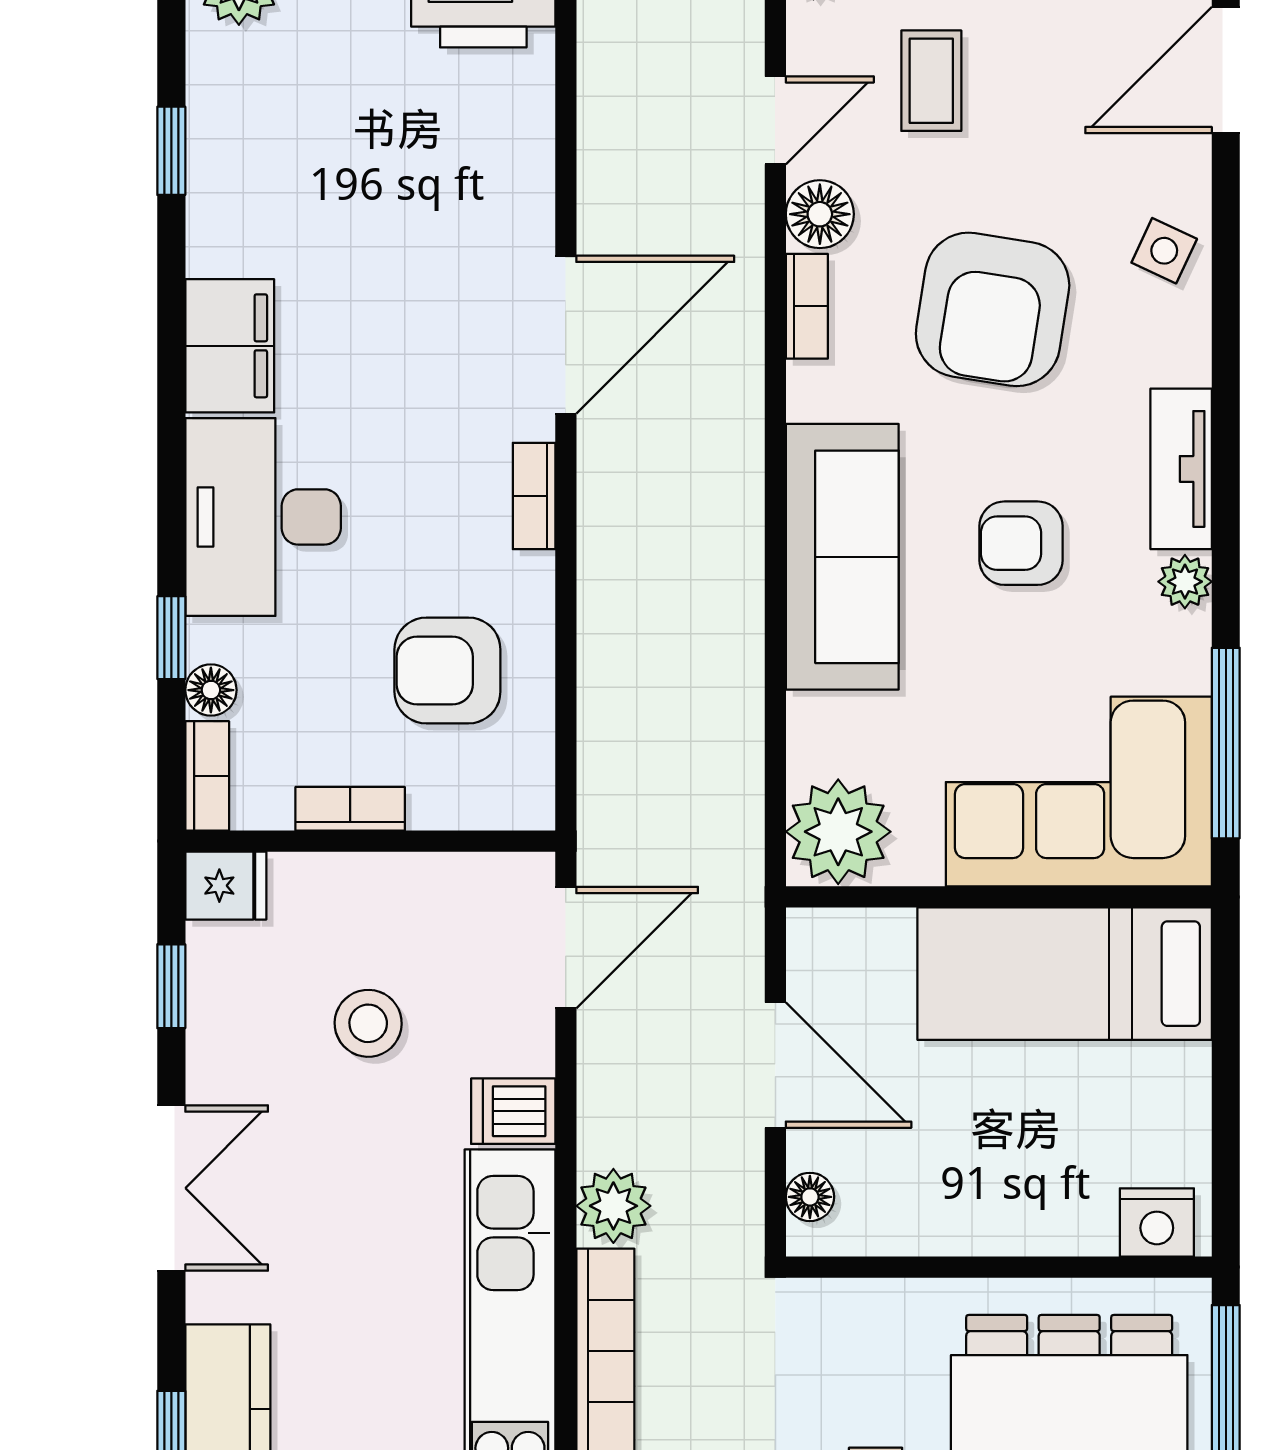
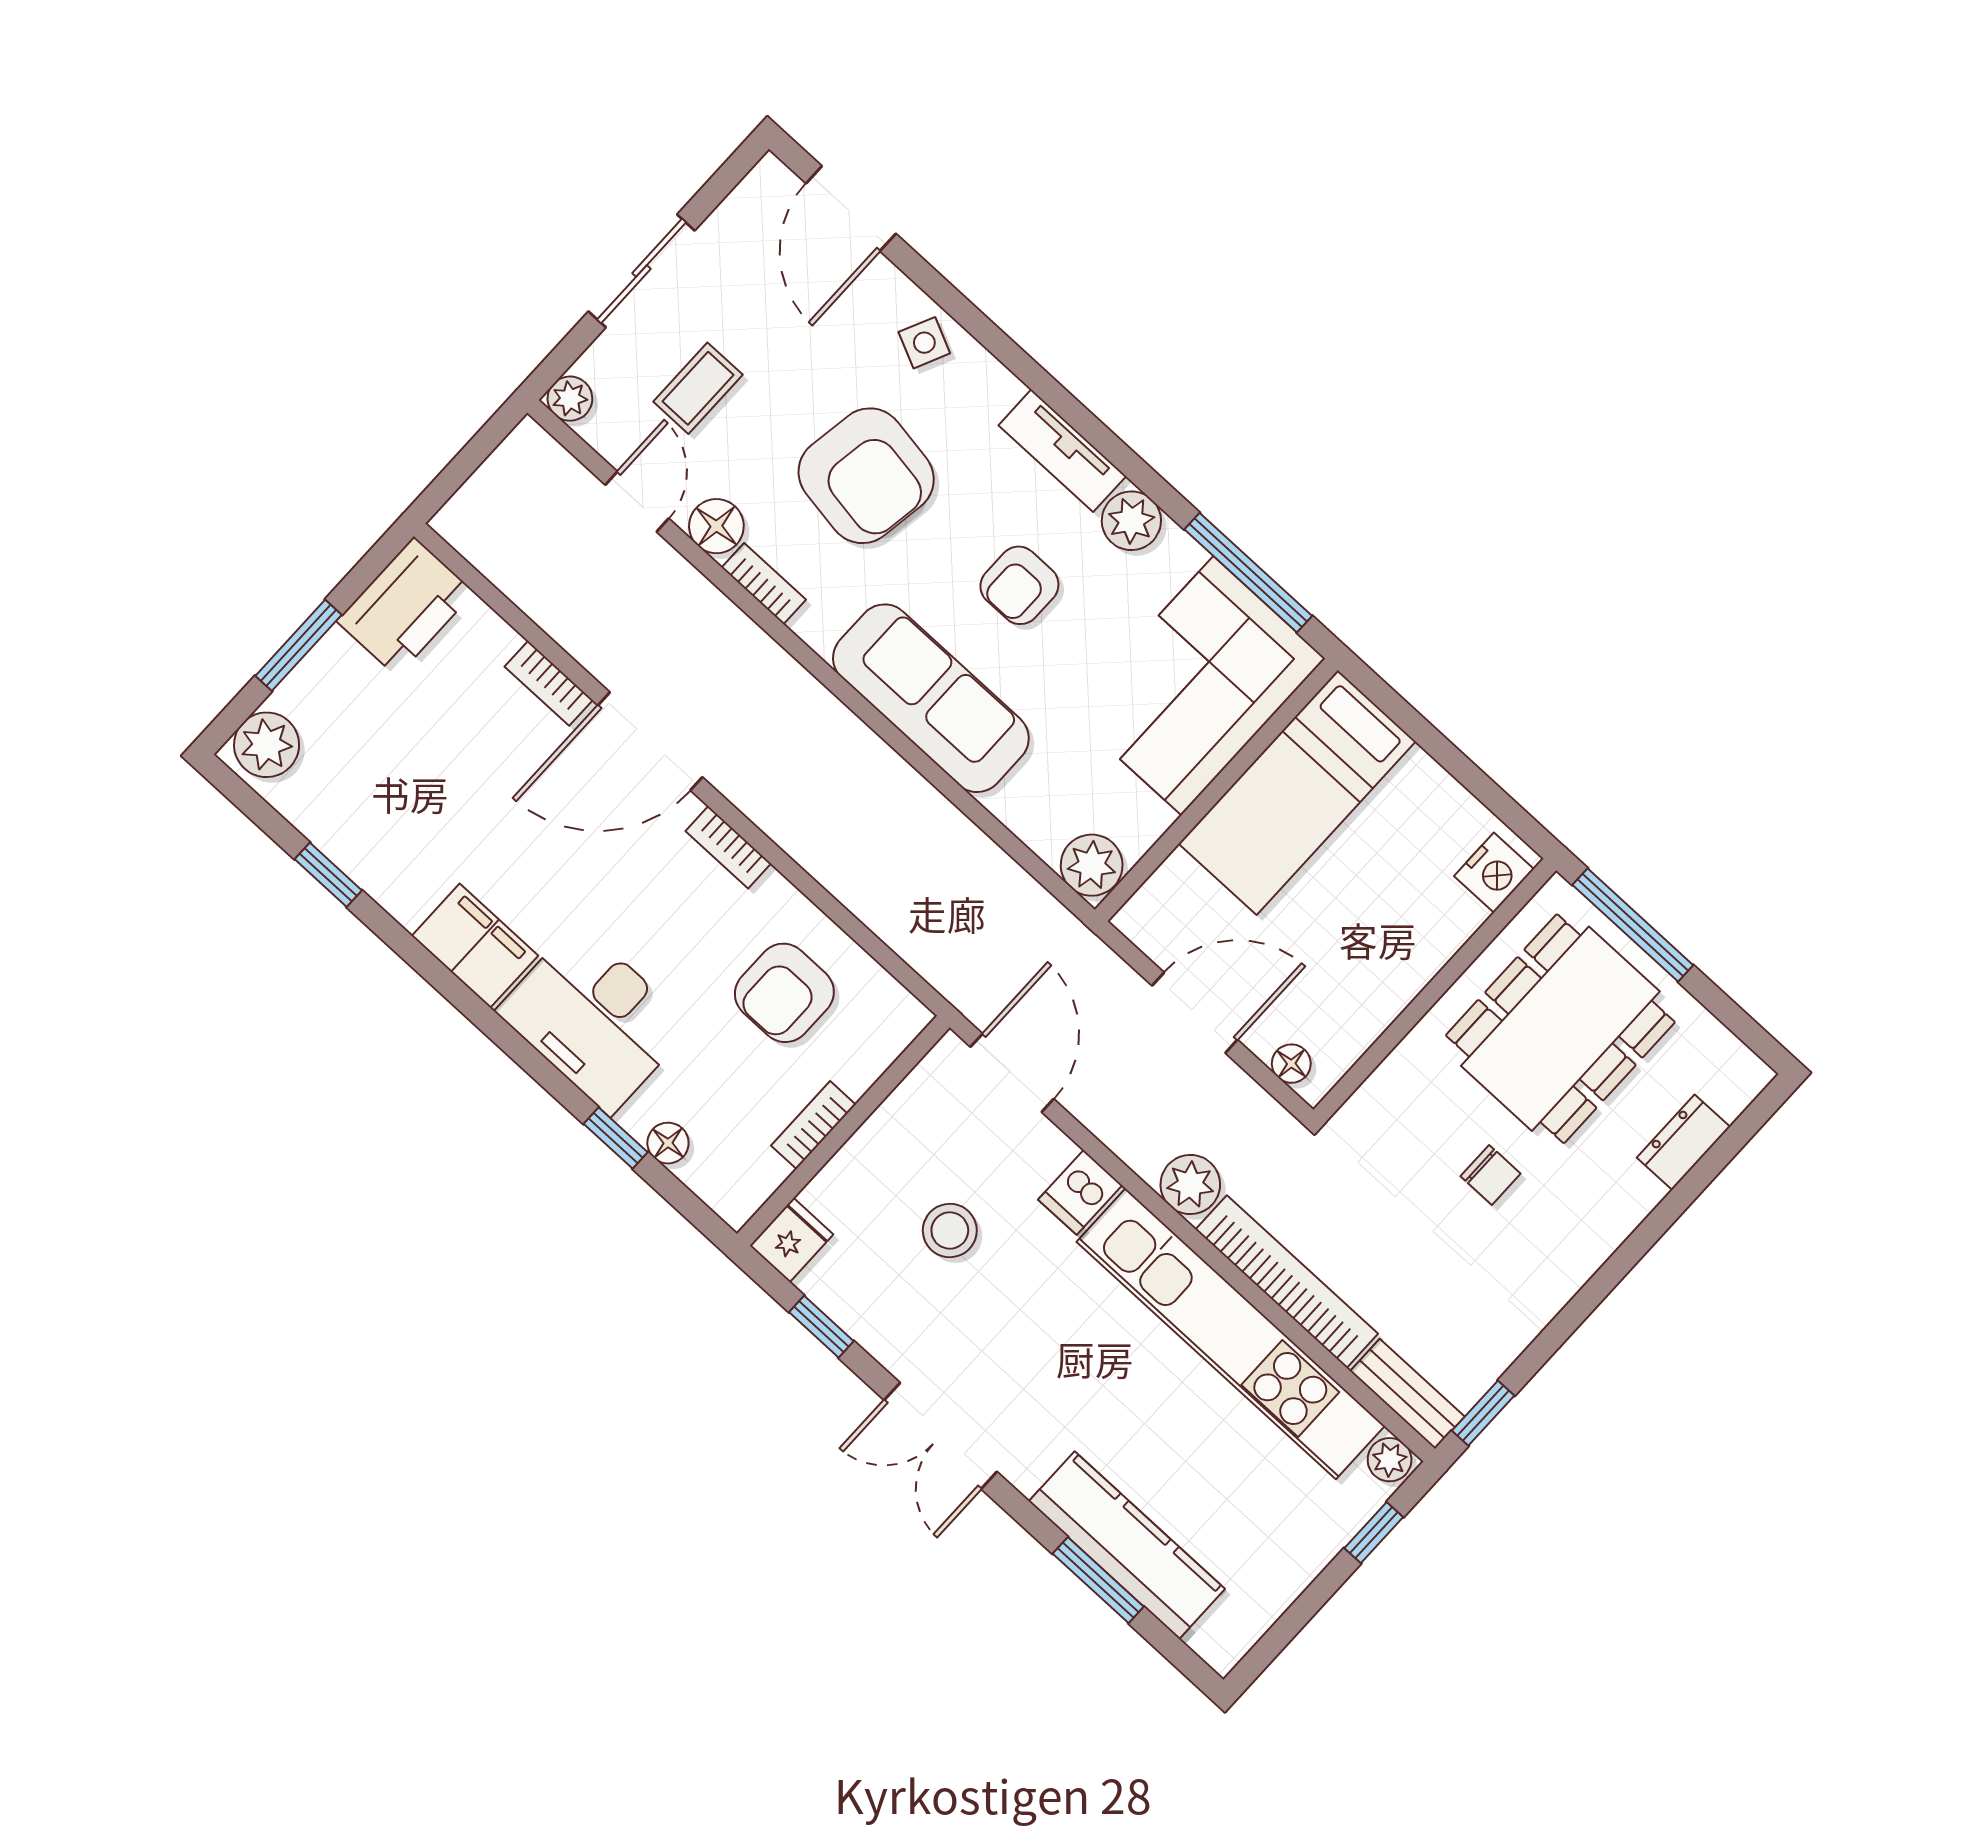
coffee table: (931, 81) -> (698, 388), turned 90
door: (566, 335) -> (650, 741), swing flipped
plant: (1185, 582) -> (1131, 521), width x1.38, depth x1.38
bookcase: (207, 776) -> (549, 683), moved, turned 180
plant: (838, 832) -> (1092, 865), width x0.73, depth x0.73
double door: (171, 1188) -> (941, 1436), swing flipped

